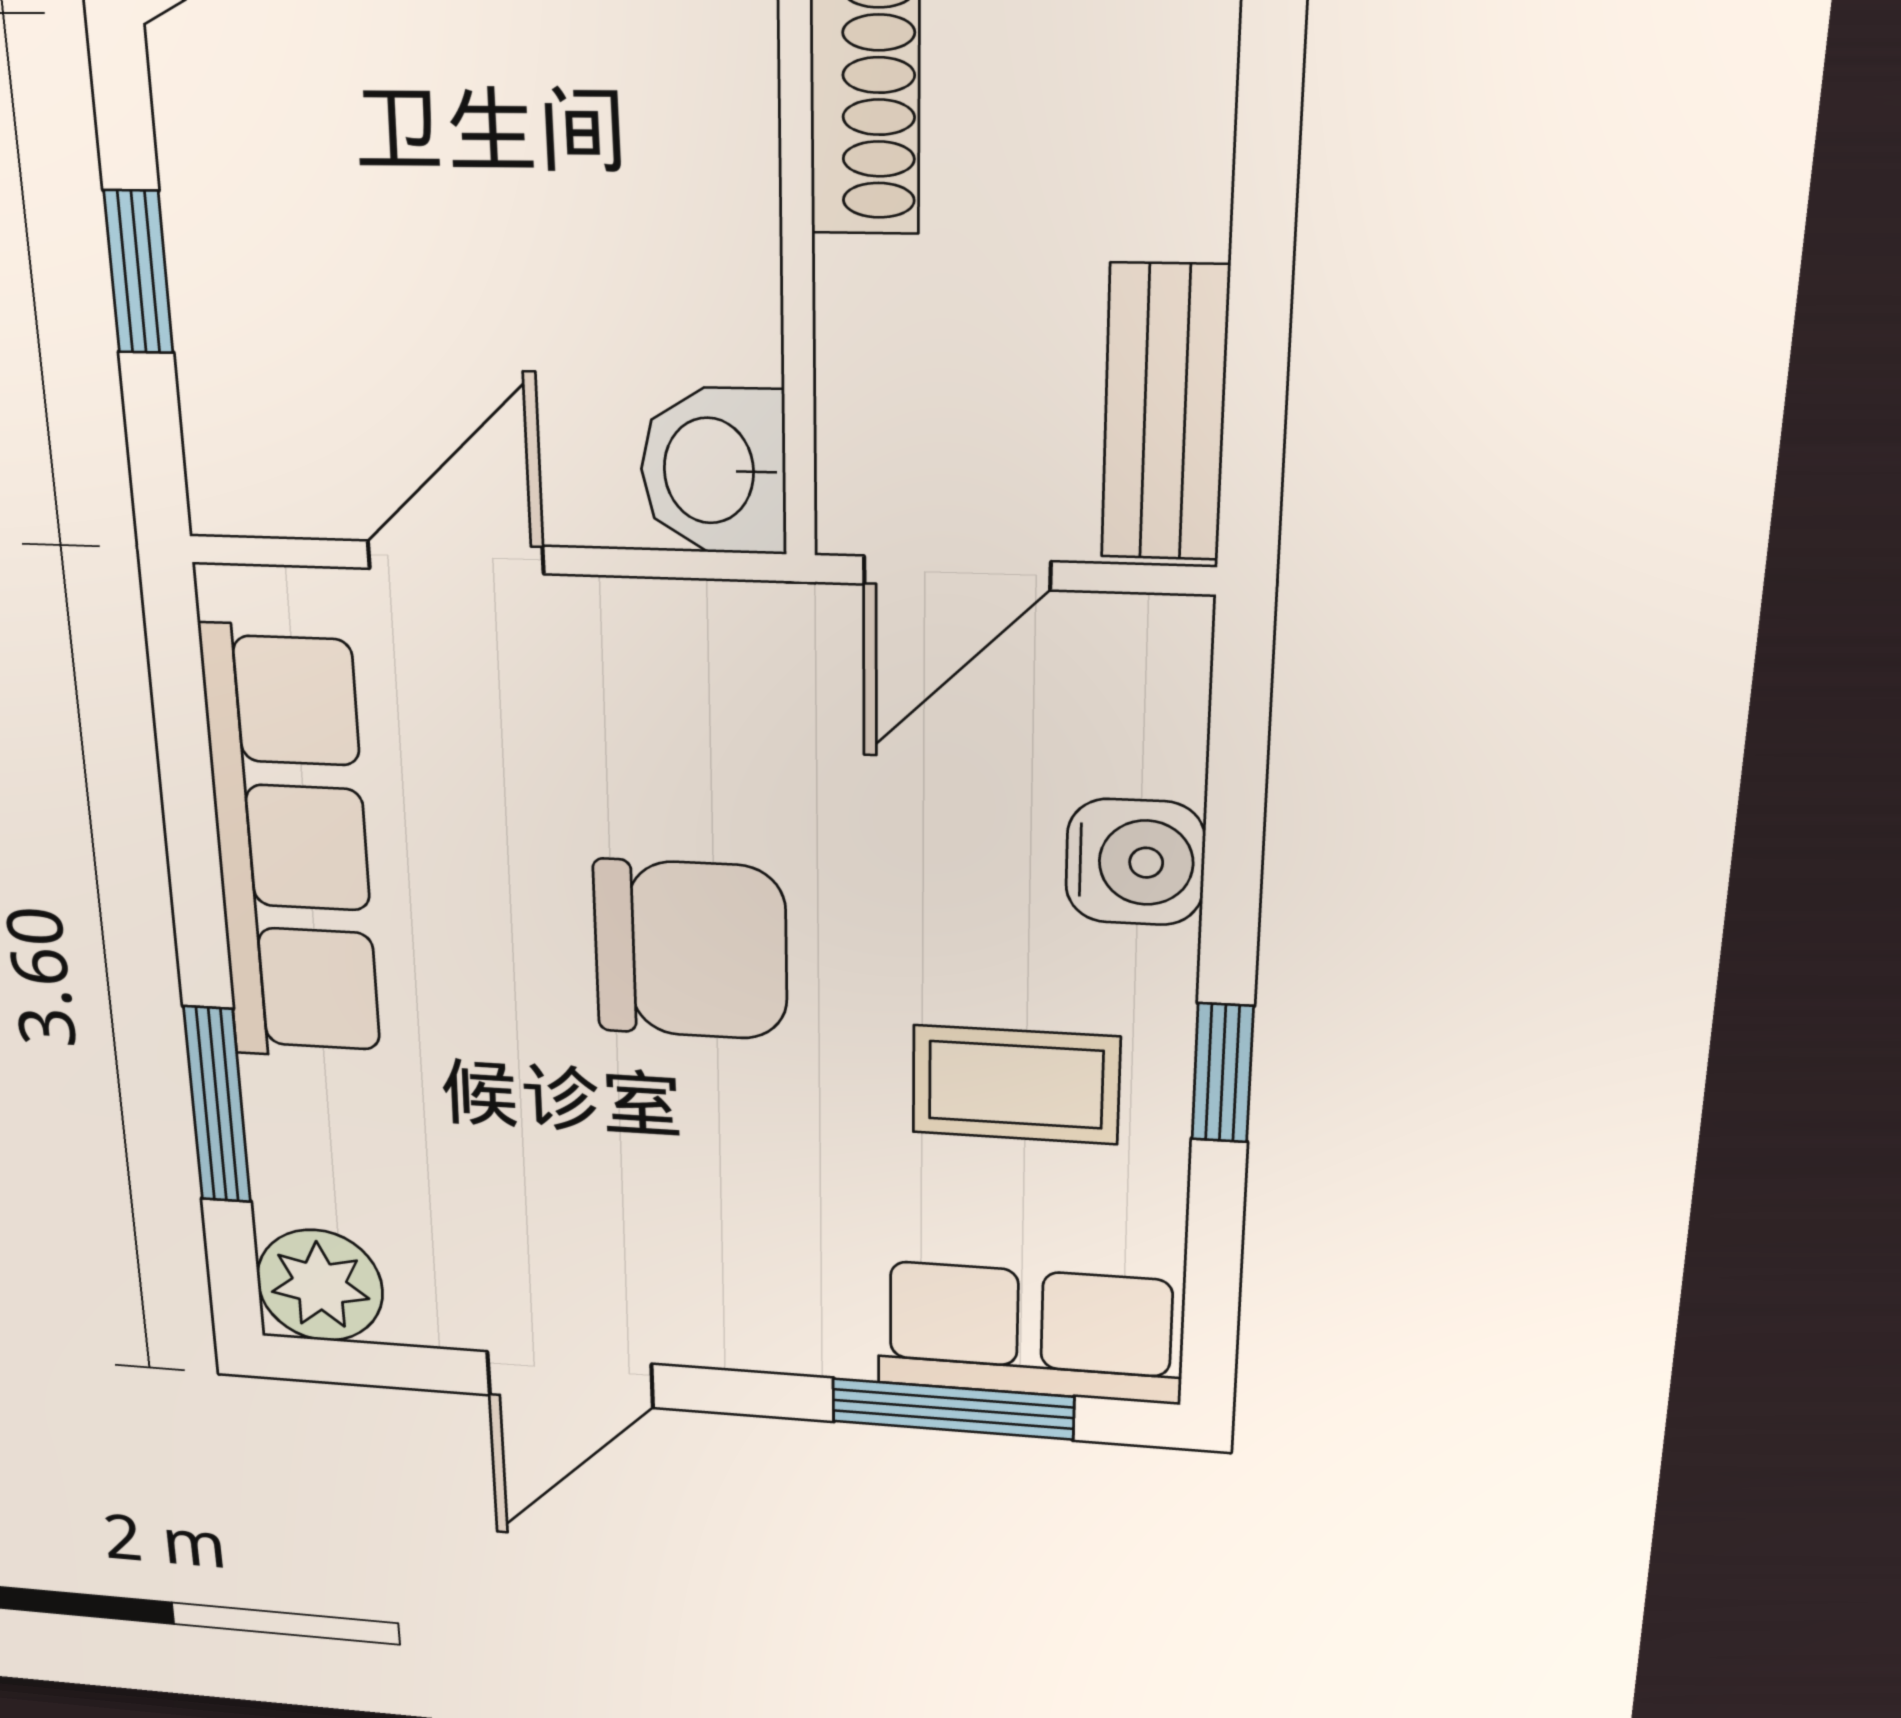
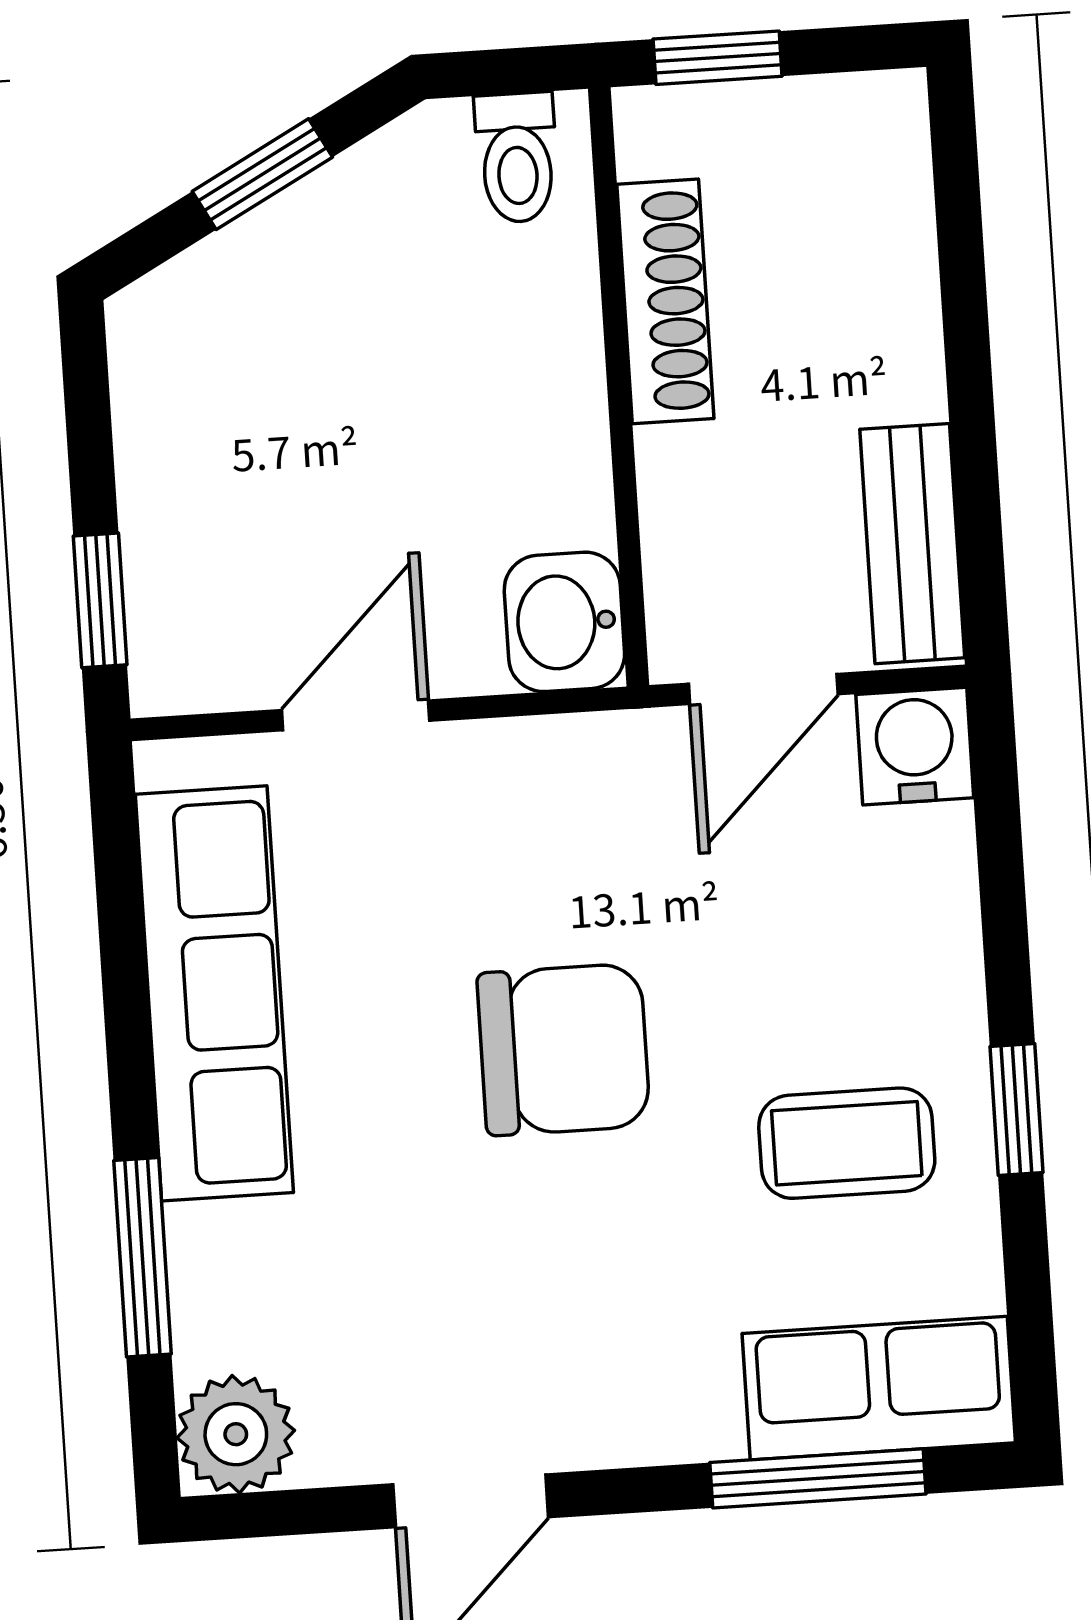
window: (139, 272) -> (100, 600), moved
water cooler: (1135, 862) -> (915, 746), moved, turned -90

